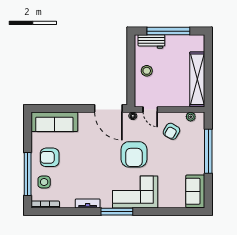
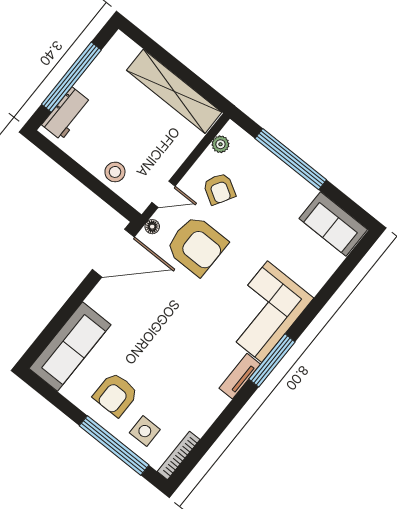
stool: (147, 71) -> (115, 172), moved
armchair: (134, 154) -> (197, 245), moved
tv unit: (88, 203) -> (240, 376), moved

